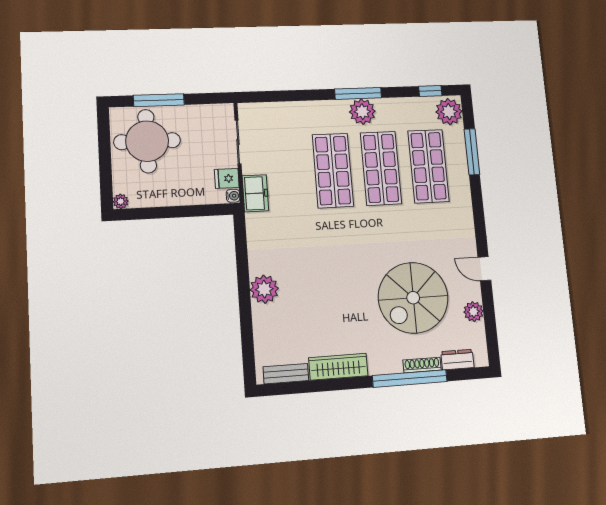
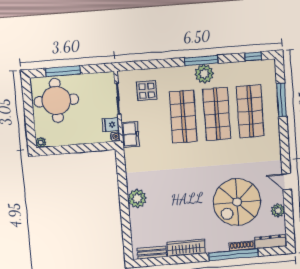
plant: (449, 112) -> (266, 71), removed
display table: (280, 132) -> (147, 91), added
dresser: (457, 360) -> (270, 242), width x1.44

